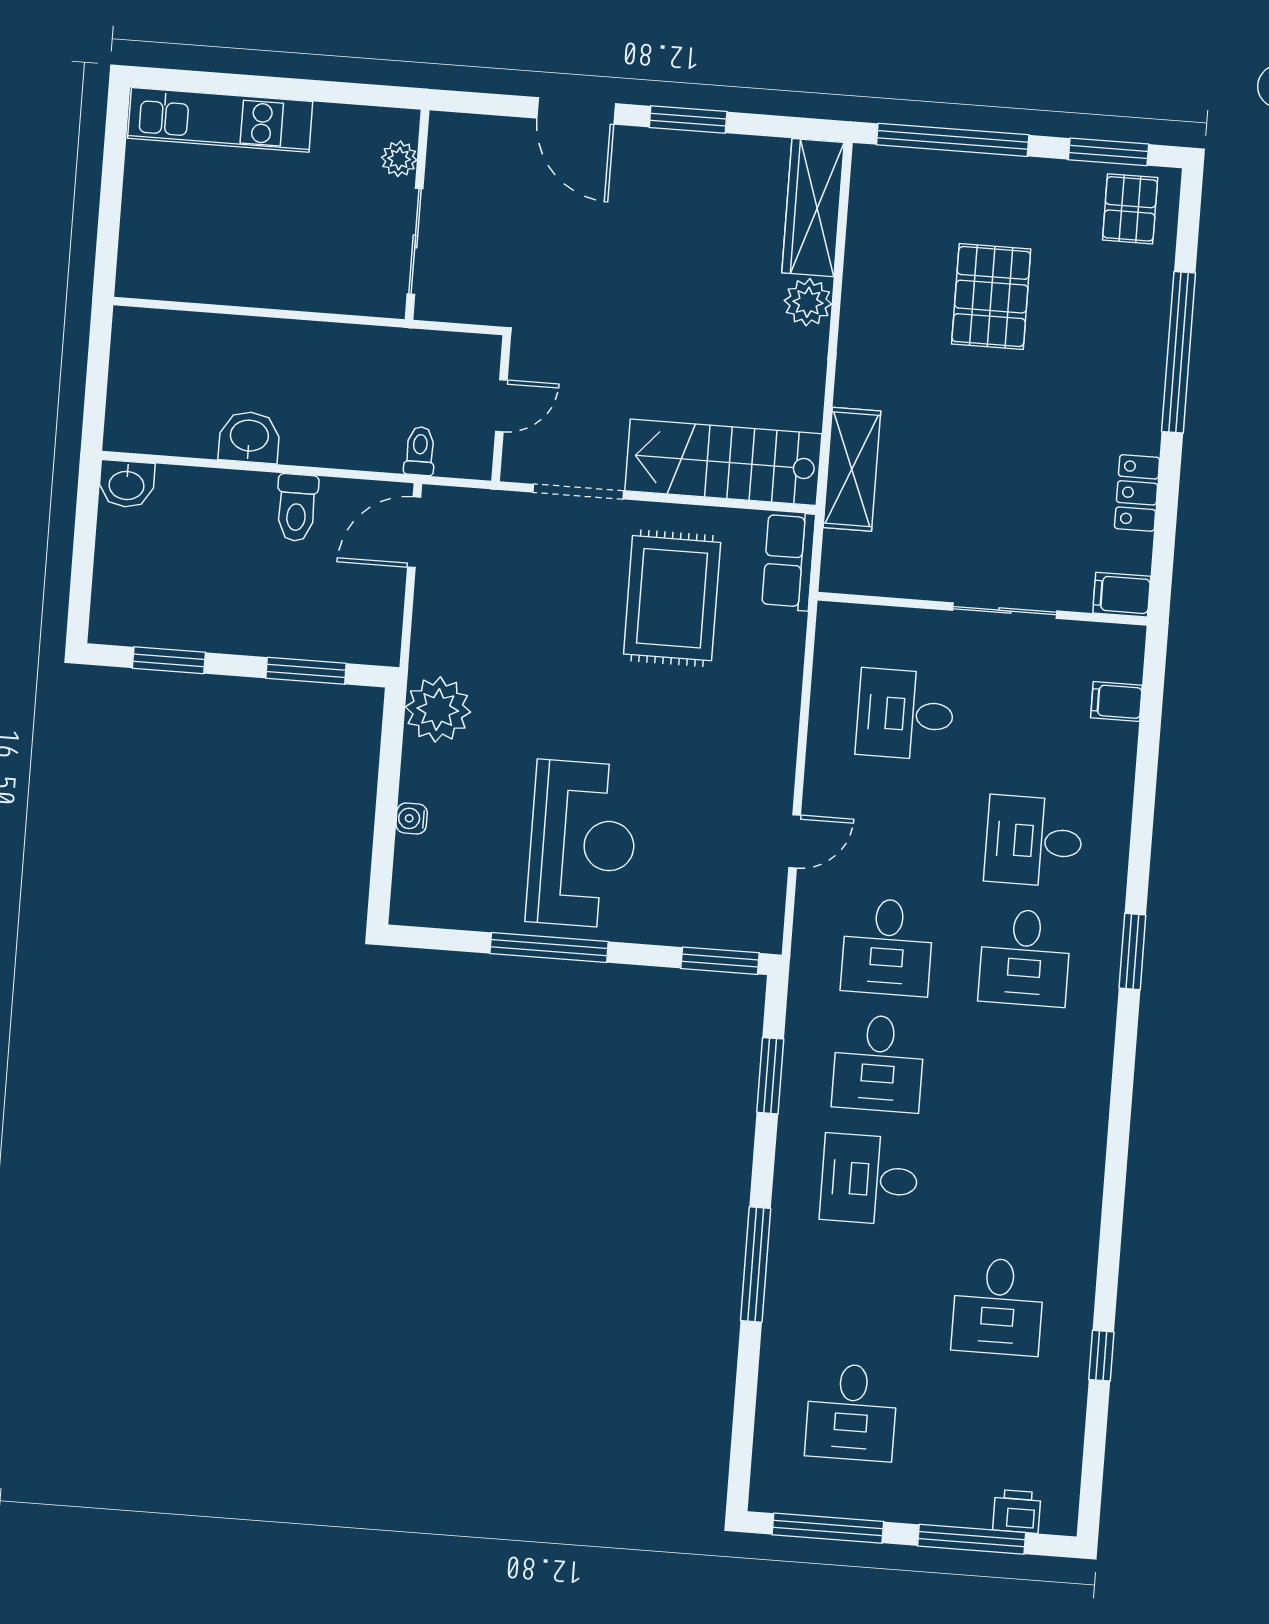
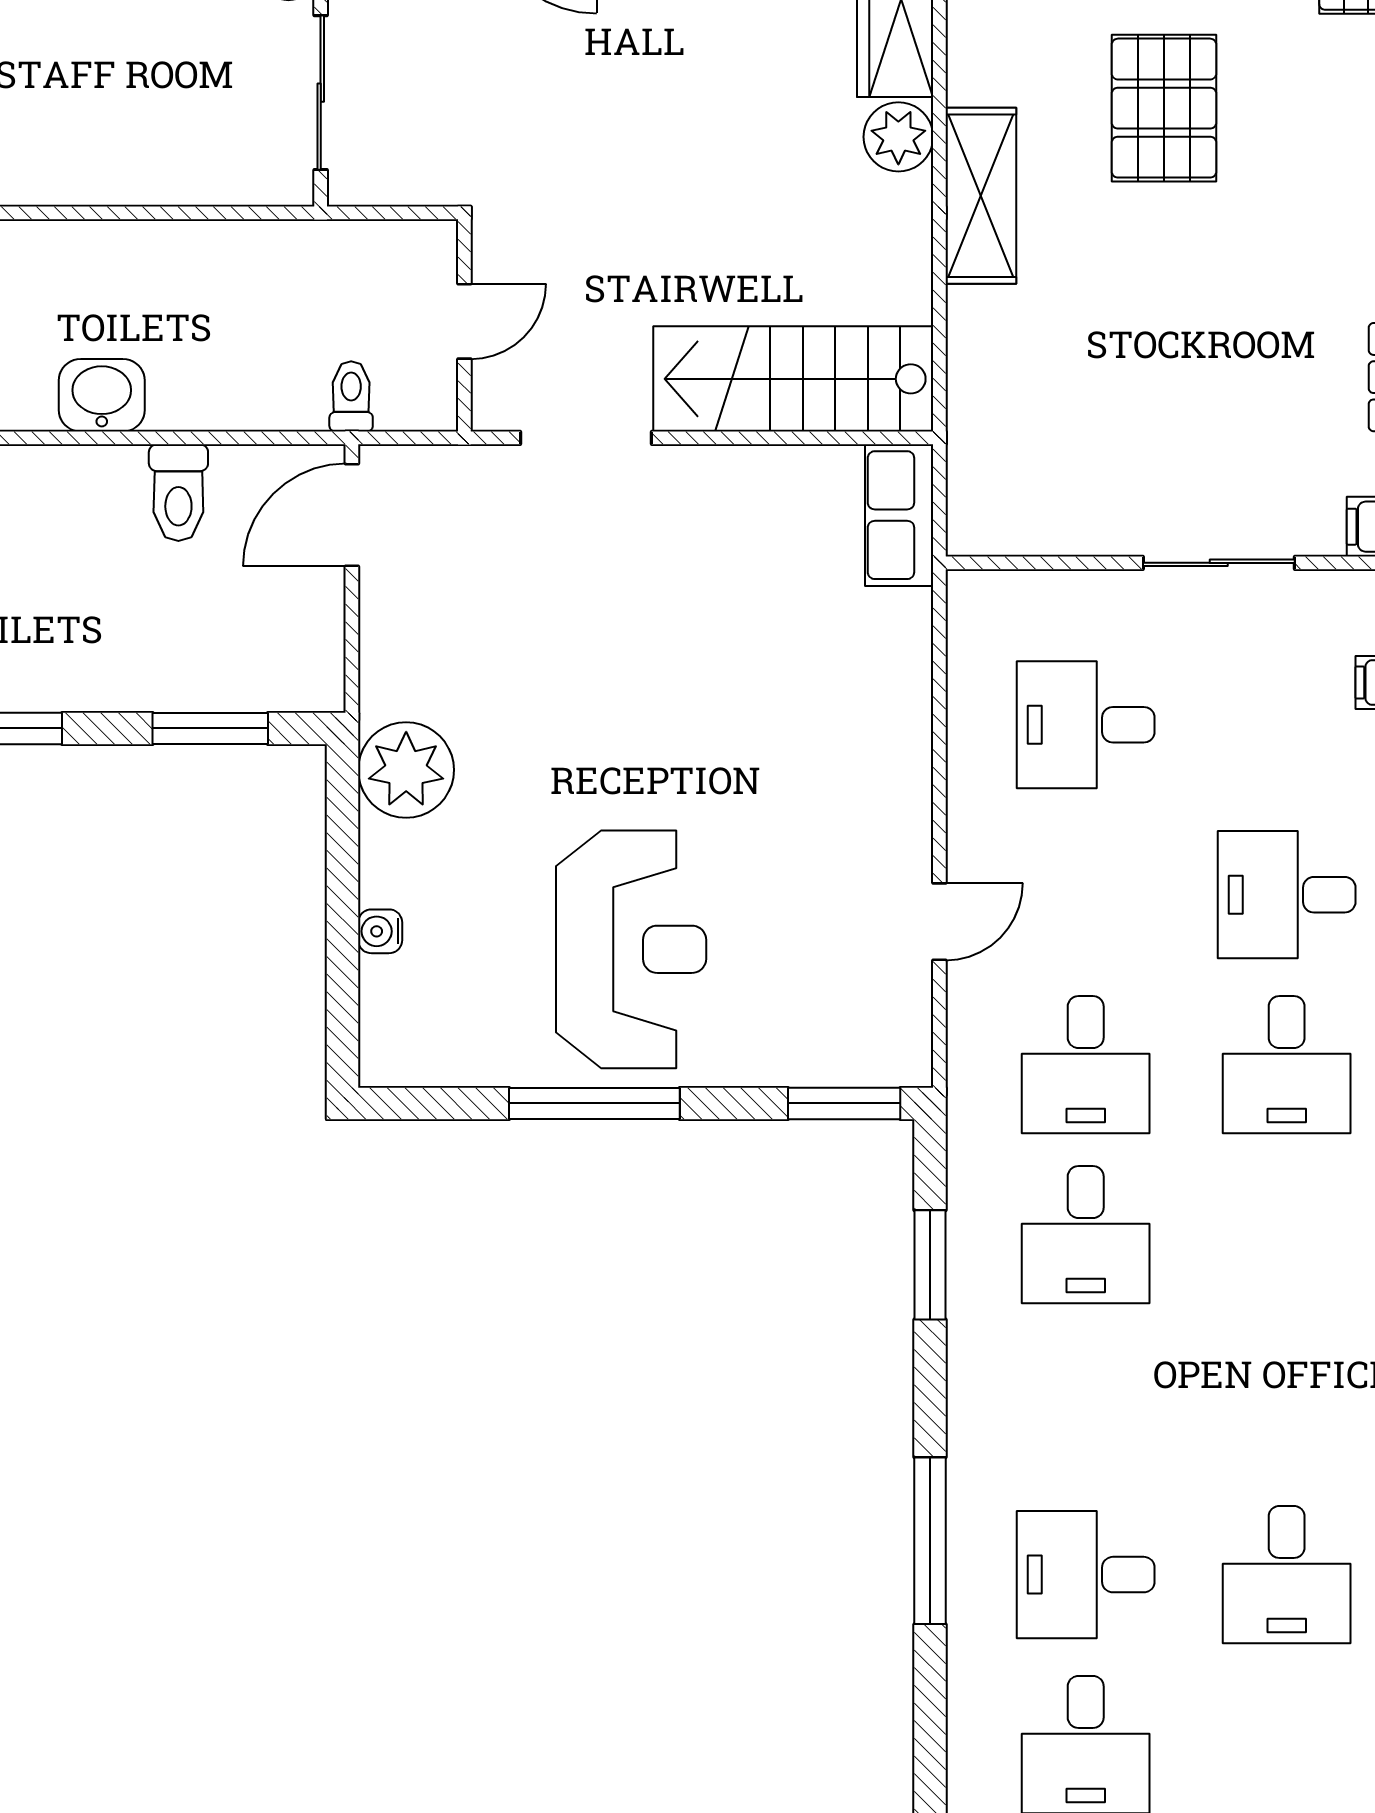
shelving: (852, 469) -> (981, 196), moved
rug: (672, 598) -> (734, 582), removed
desk: (869, 1179) -> (1086, 1575), moved

